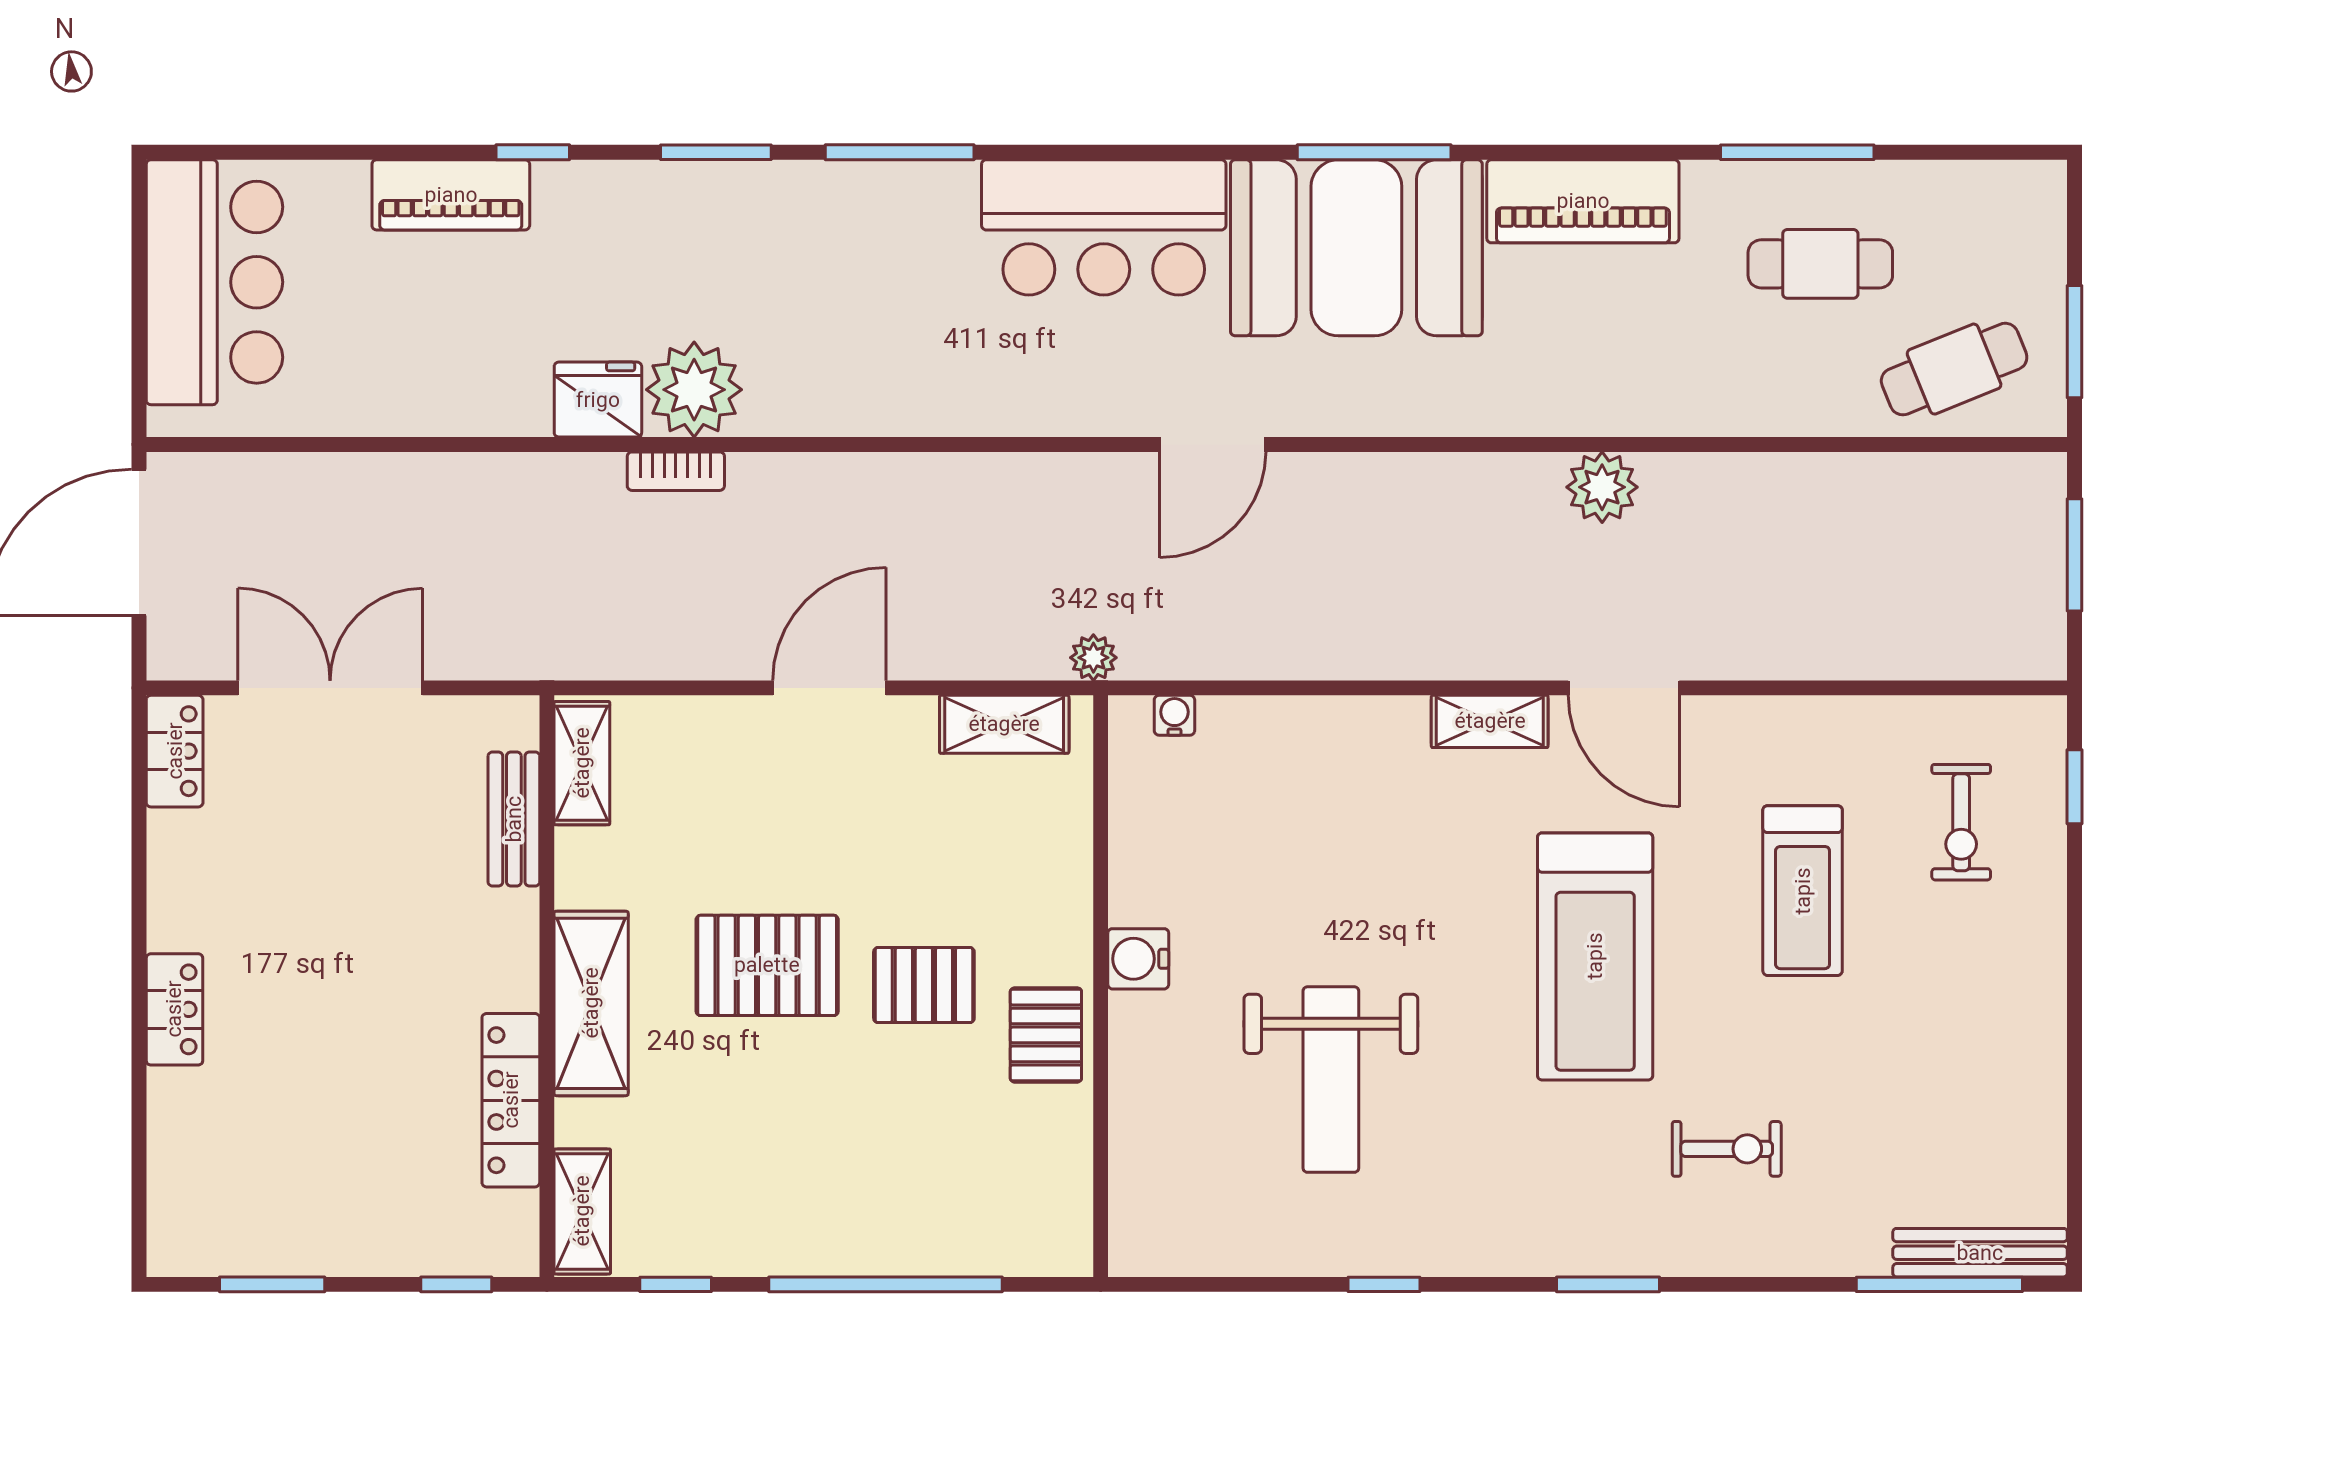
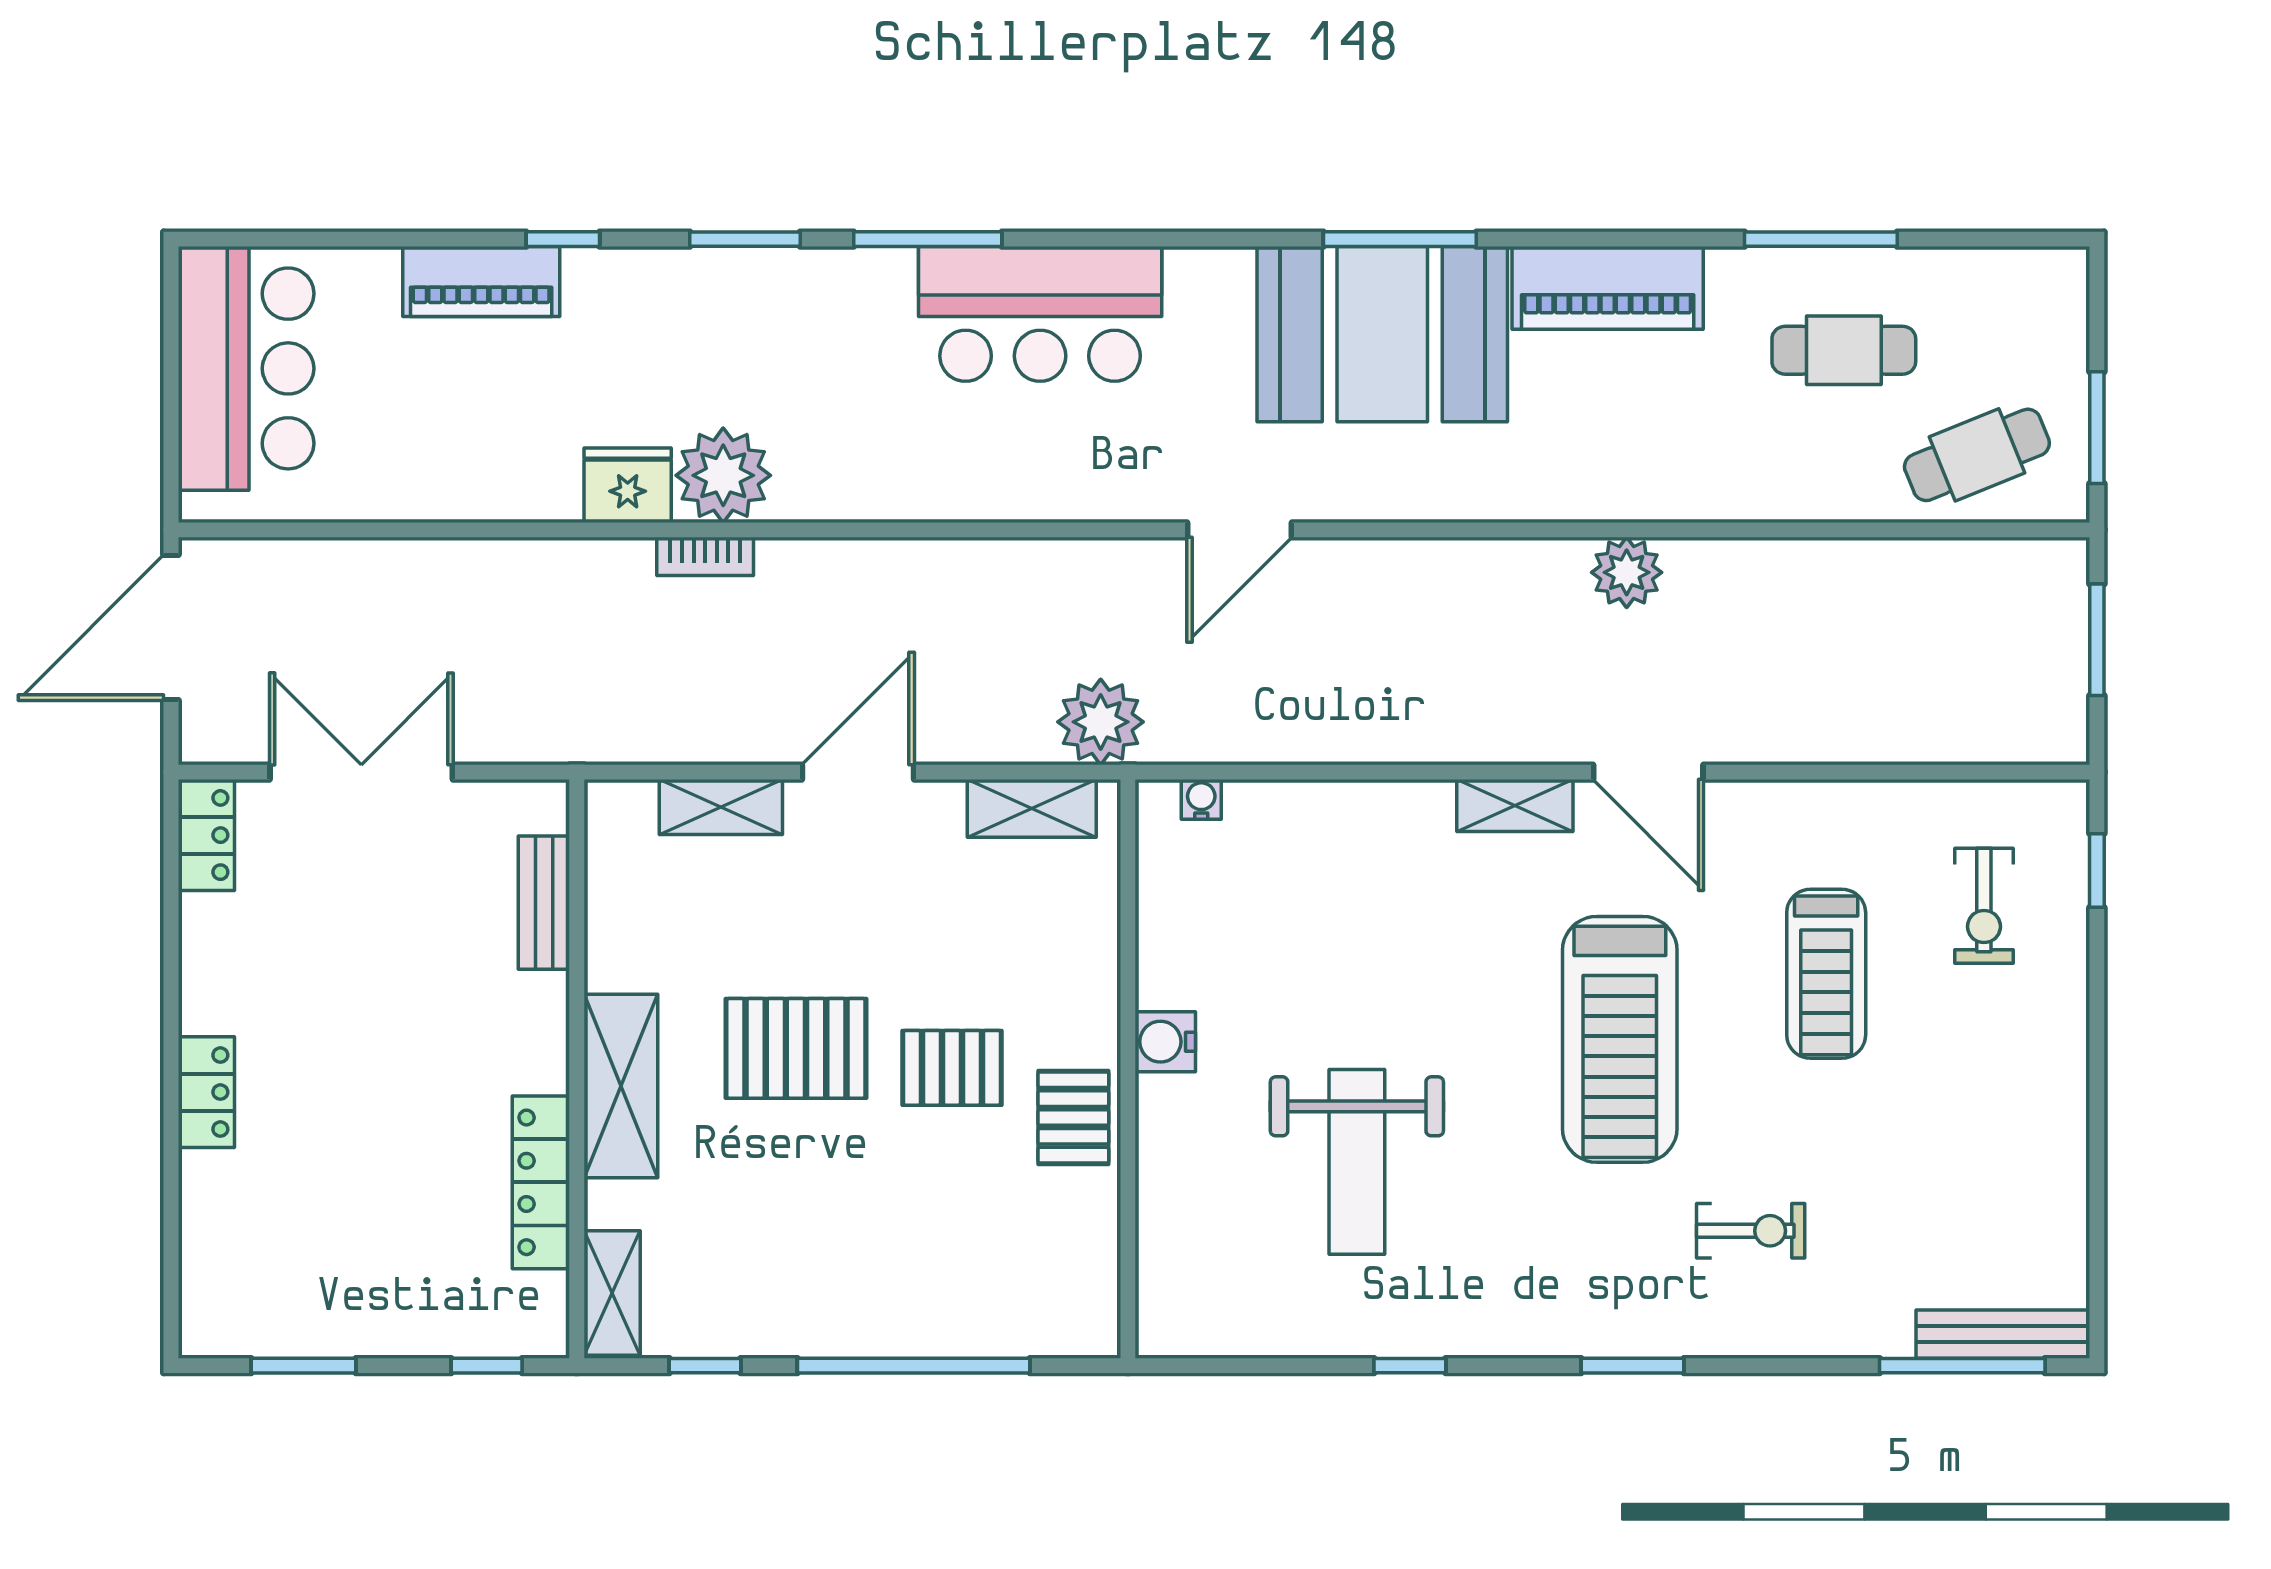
bar counter: (1104, 227) -> (1040, 314), moved
plant: (1093, 658) -> (1101, 722), width x1.88, depth x1.88
shelving: (582, 763) -> (721, 807), moved, turned 90

